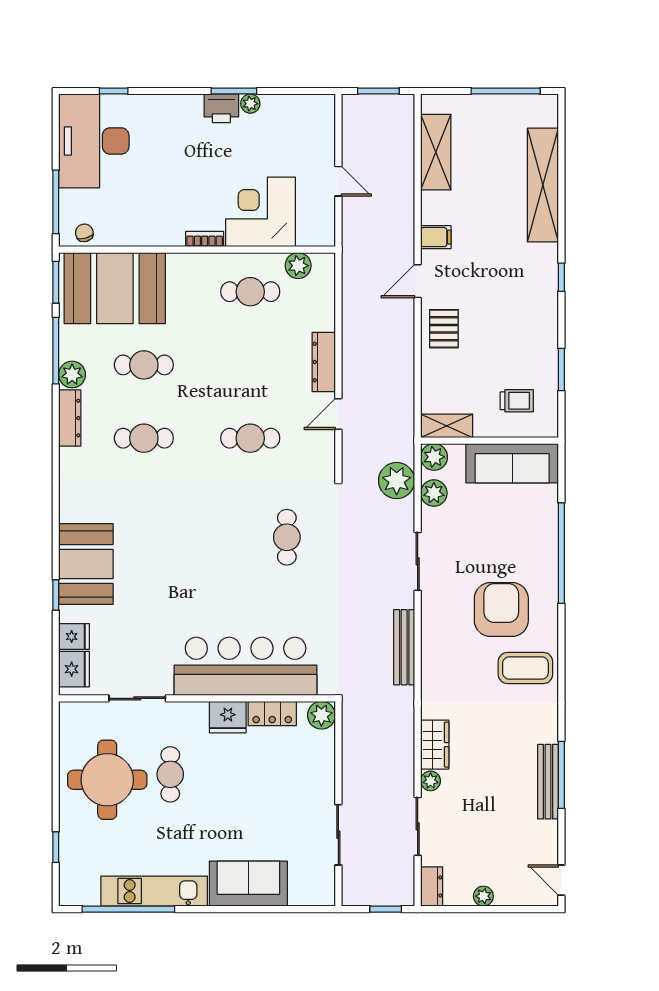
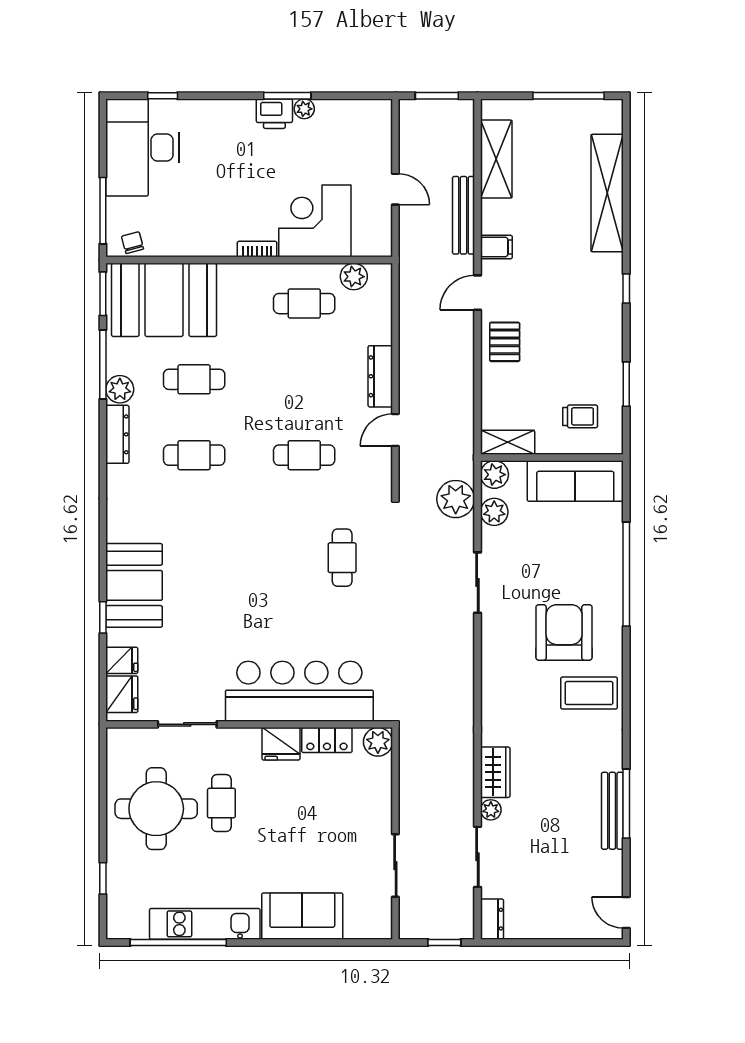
bench: (404, 647) -> (464, 215), moved
plant: (483, 896) -> (546, 929), removed

